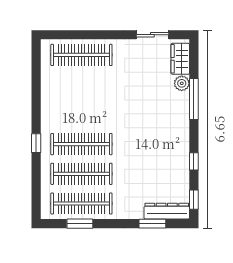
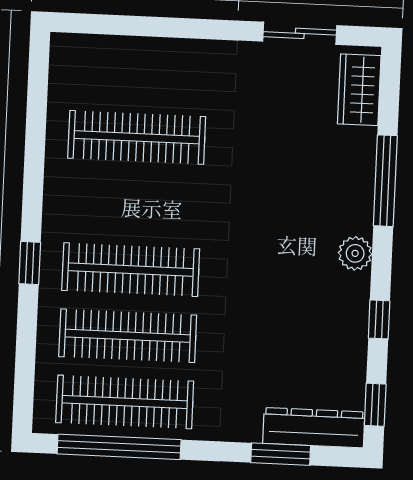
clothes rail: (81, 55) -> (137, 137), moved
plant: (182, 83) -> (355, 253), moved
window: (80, 224) -> (119, 447), width x2.11

